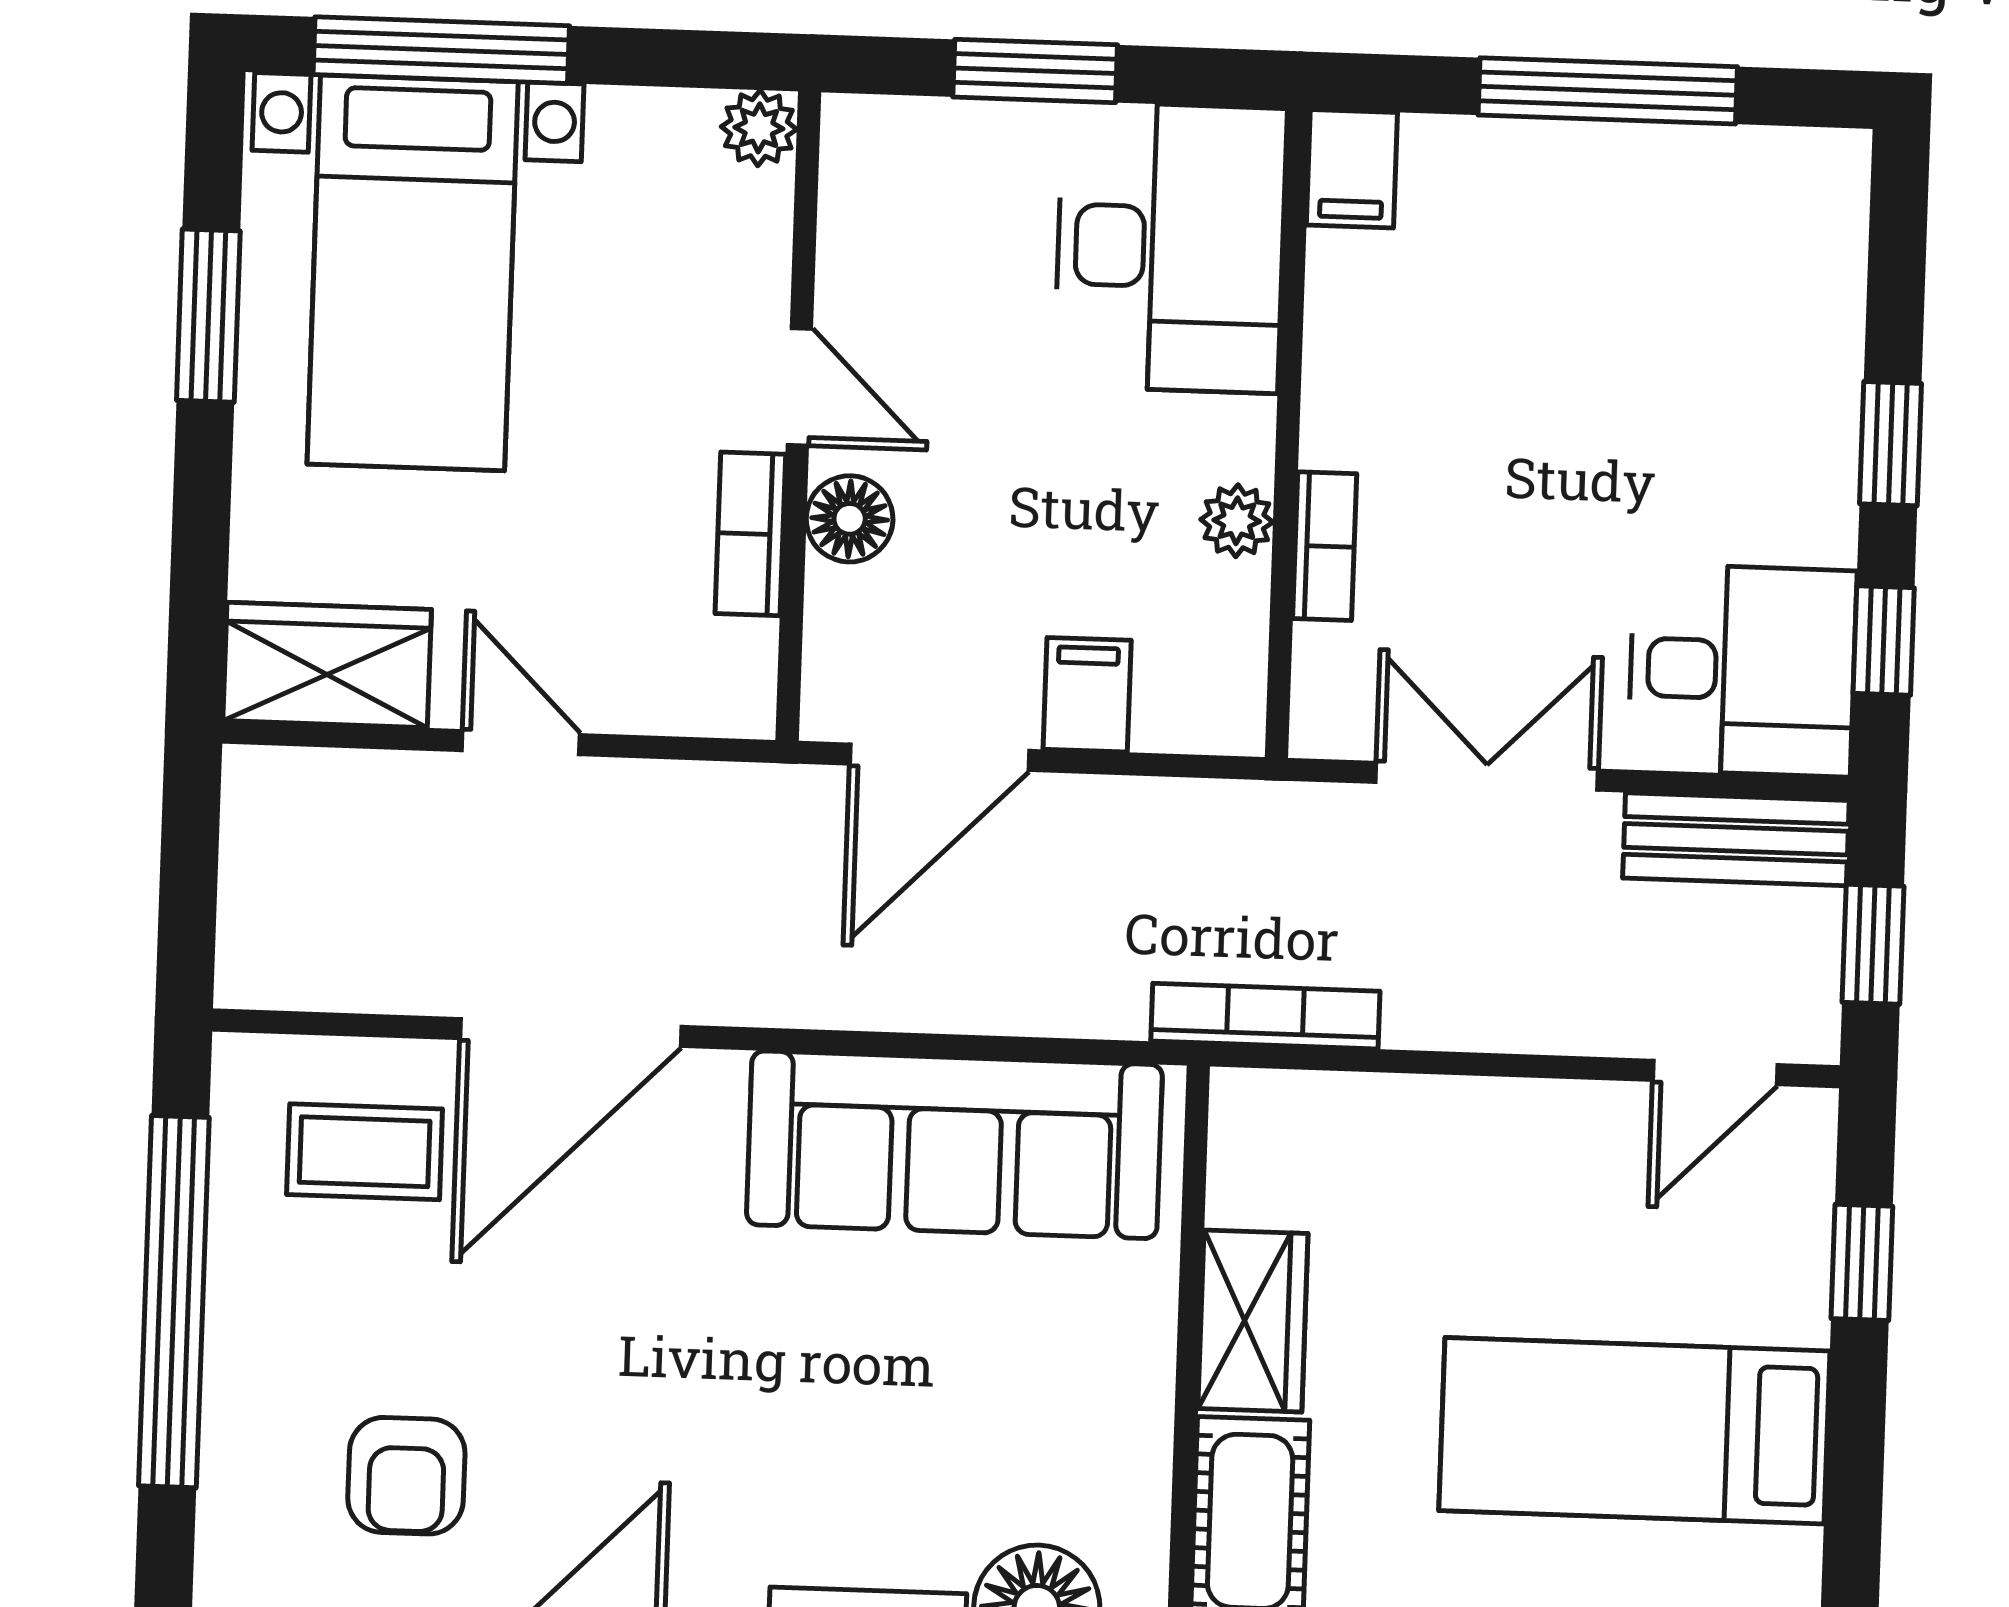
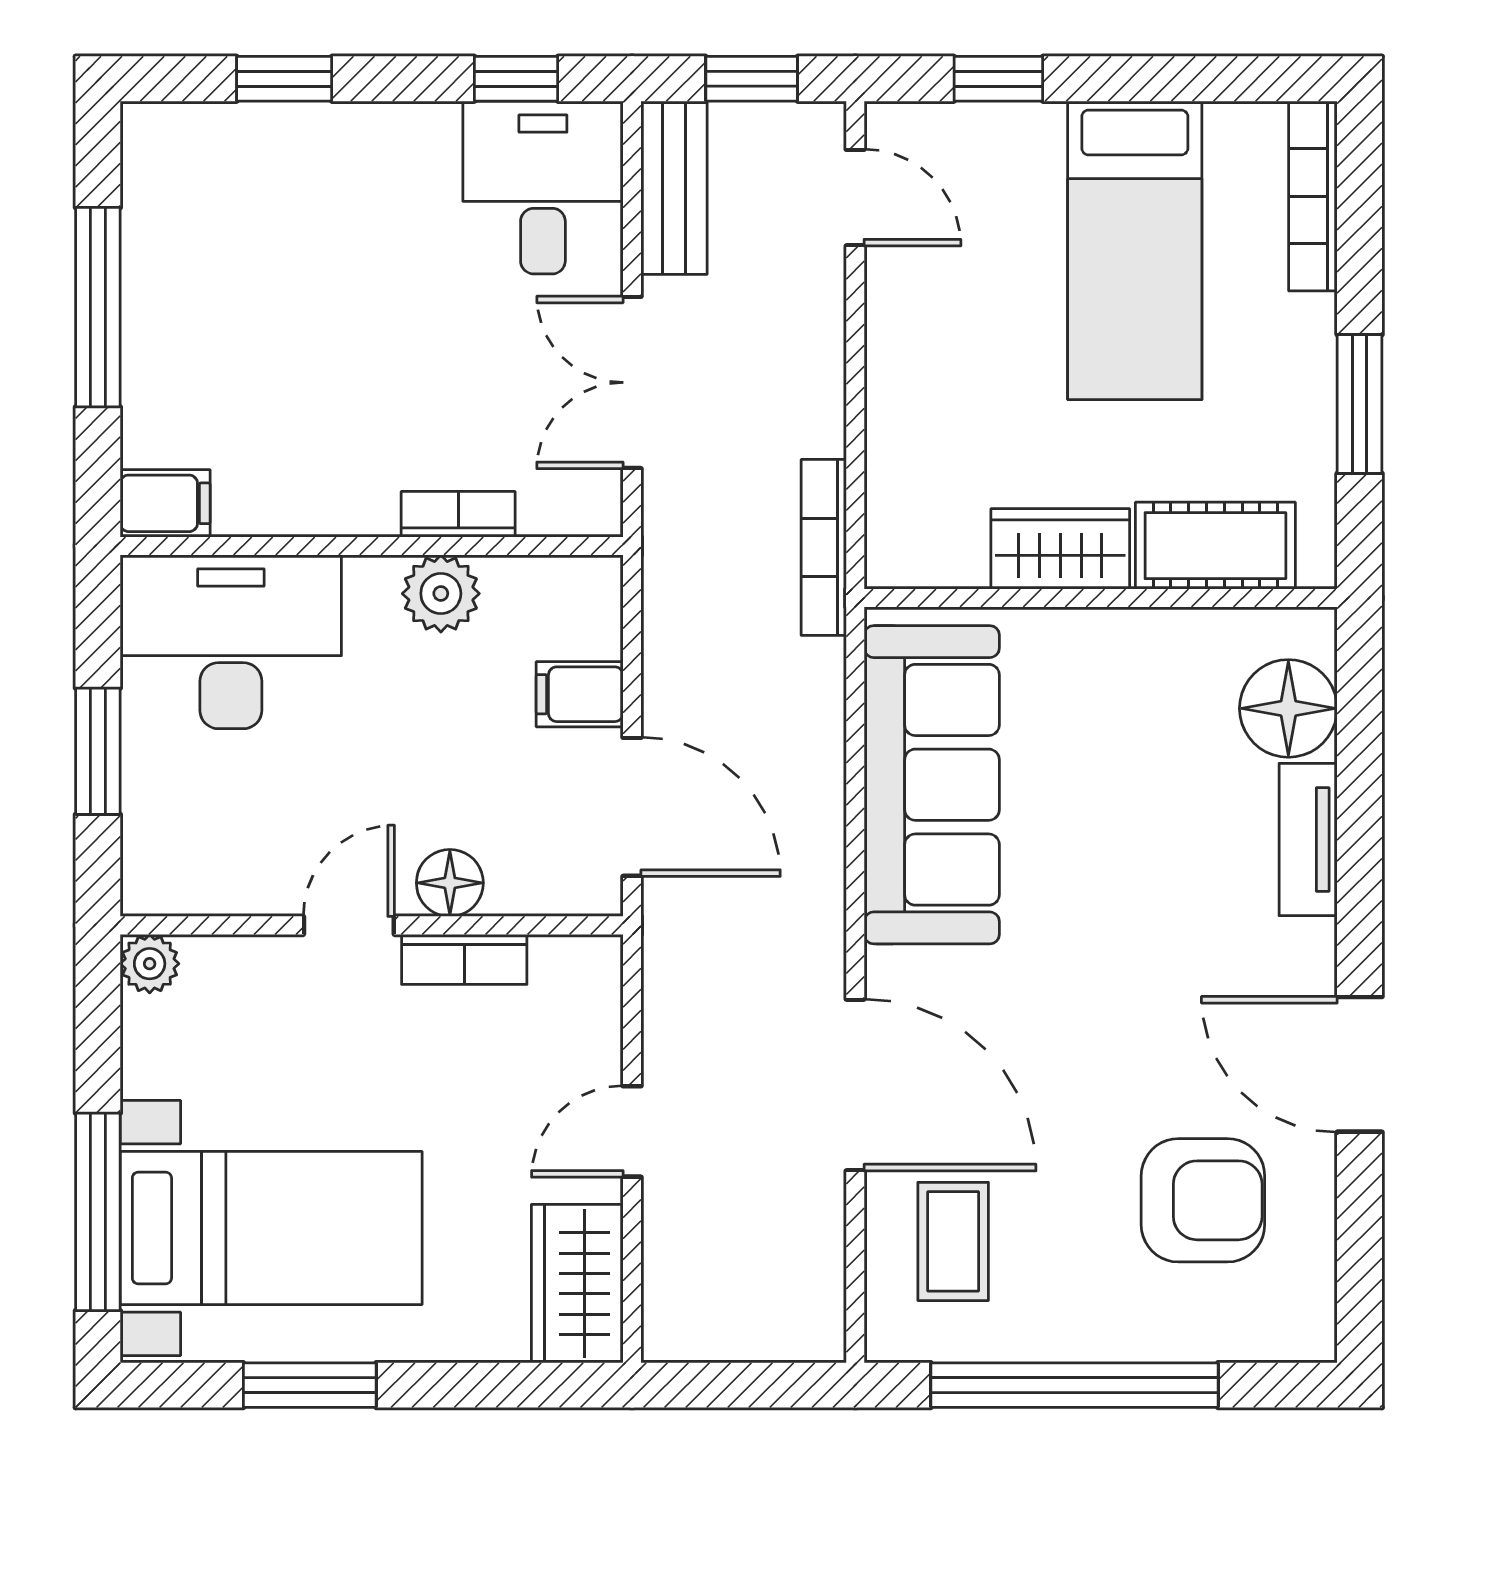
window: (1890, 444) -> (284, 79), moved
plant: (1237, 521) -> (441, 594), width x1.38, depth x1.38
armchair: (406, 1476) -> (1203, 1200), width x1.38, depth x1.38

